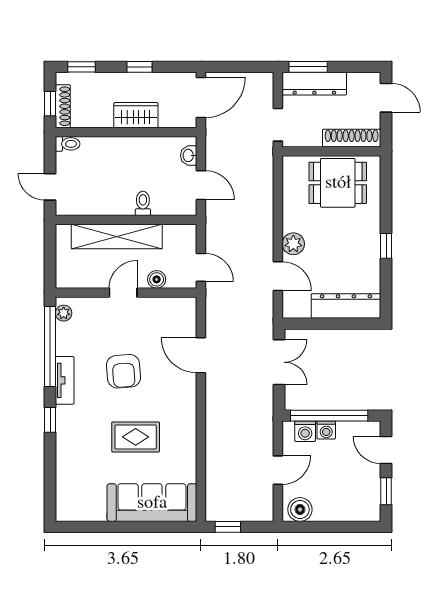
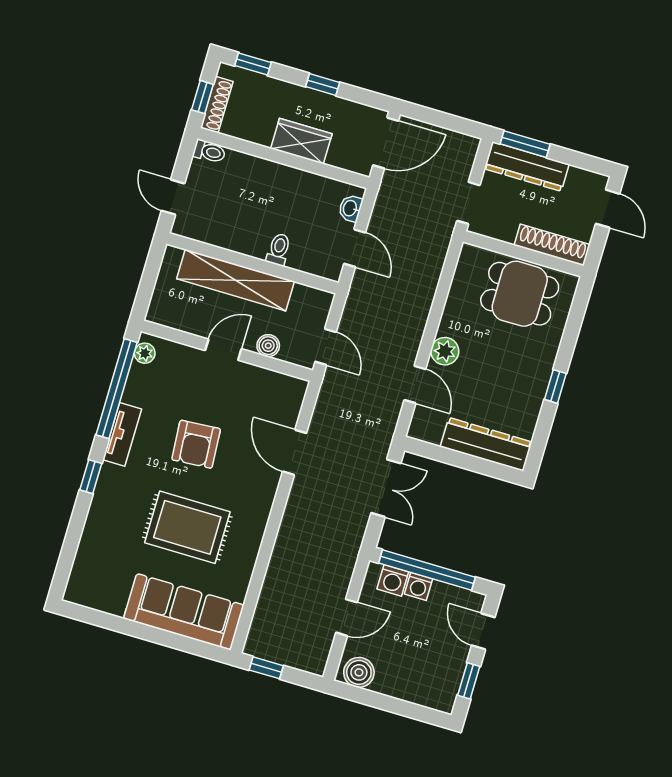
rug: (136, 437) -> (187, 527), width x1.36, depth x1.43

